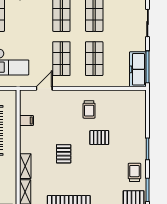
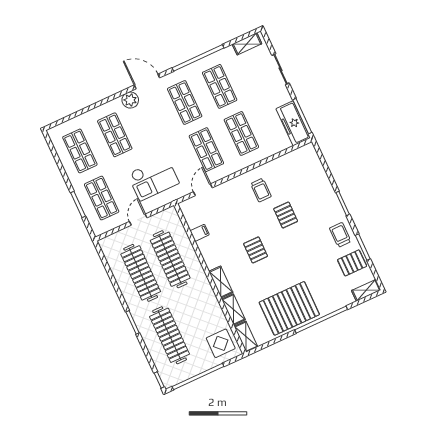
pallet: (99, 138) -> (286, 215), turned 90

